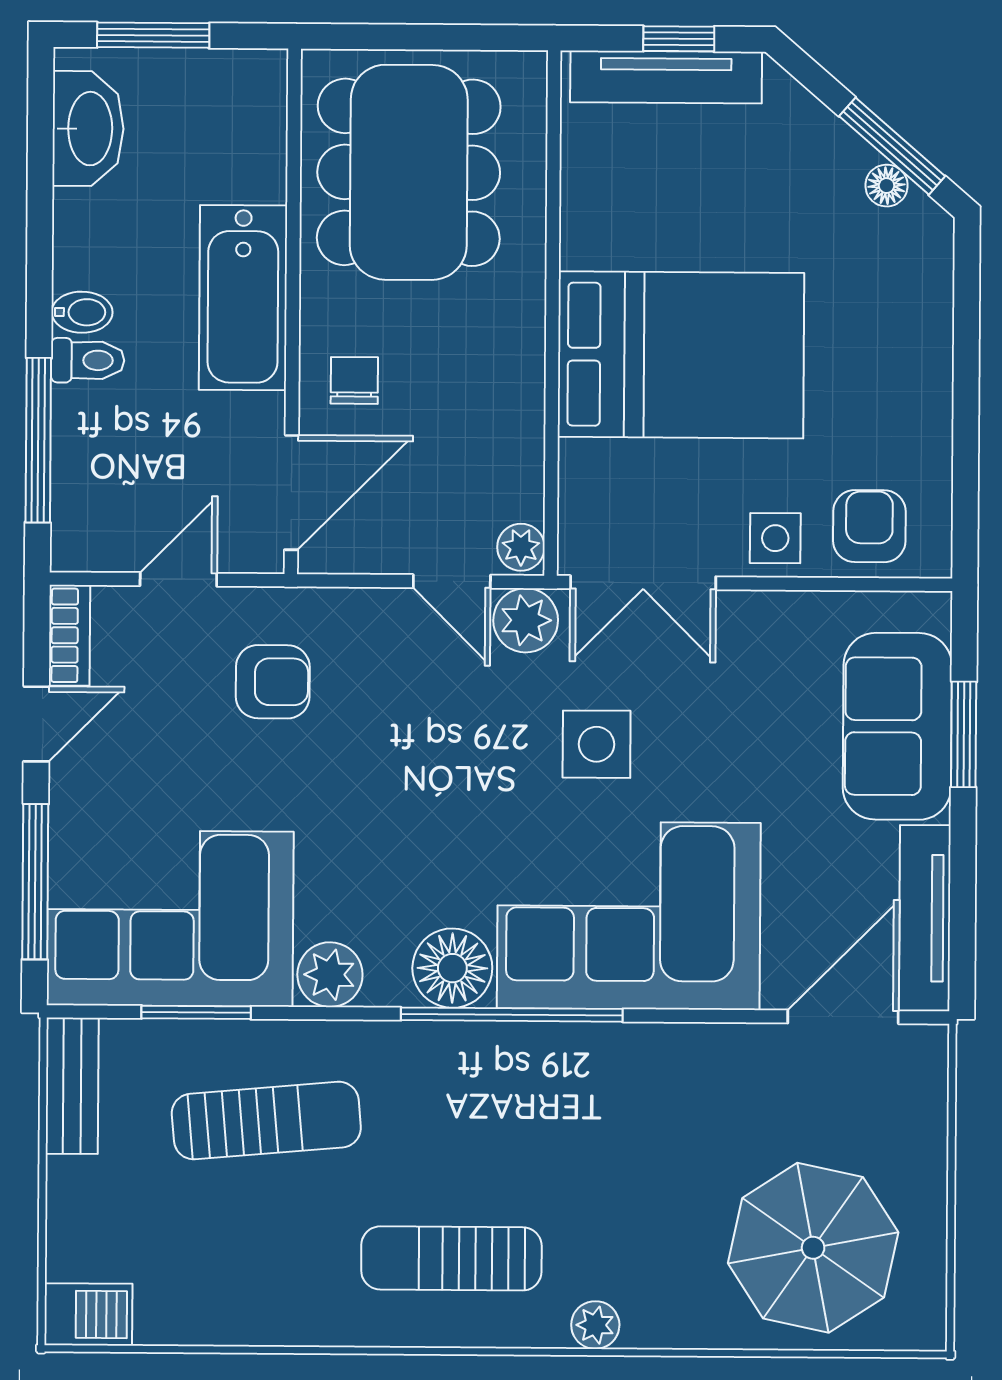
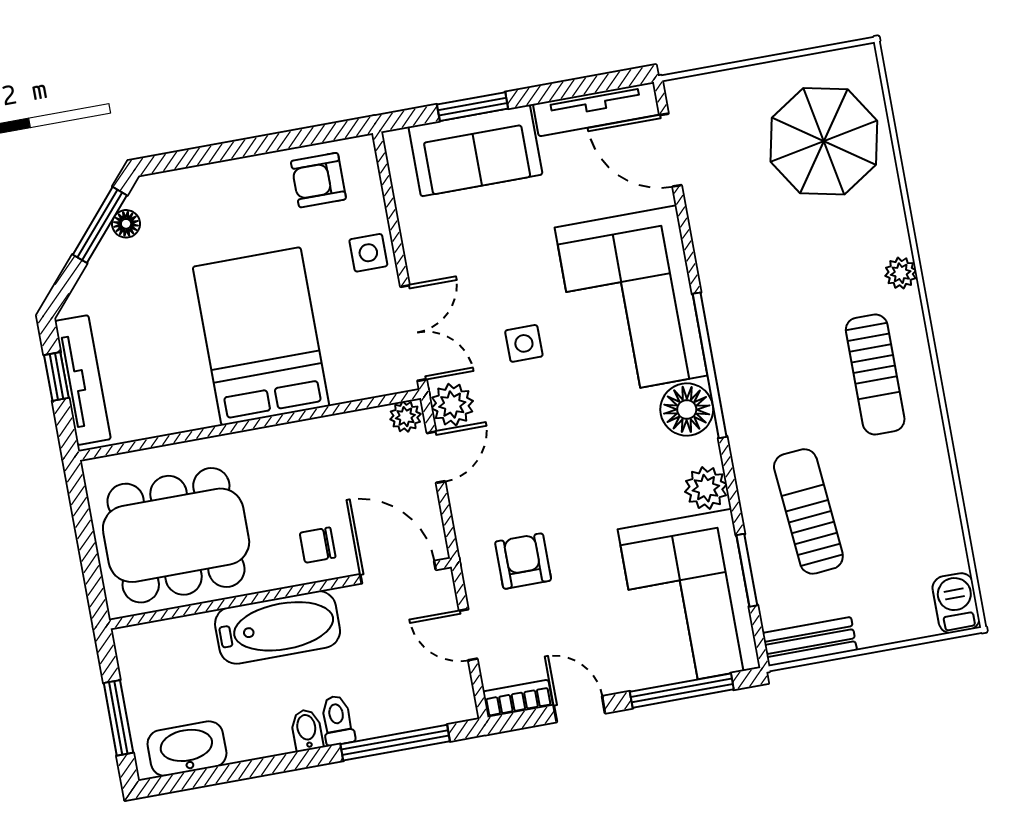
armchair: (869, 526) -> (318, 180), moved
side table: (597, 744) -> (524, 343), width x0.73, depth x0.73

